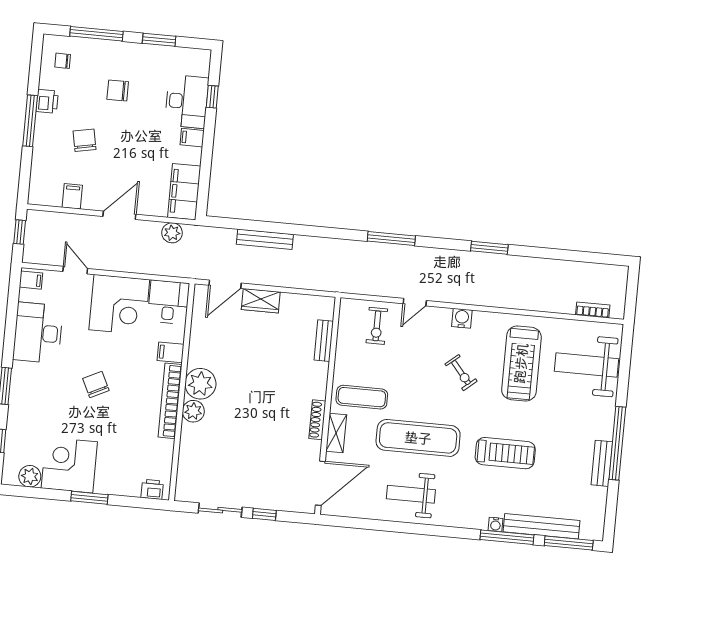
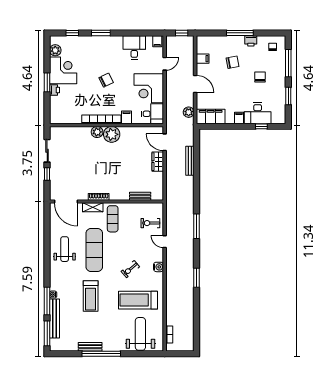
desk: (38, 333) -> (134, 47), width x0.73
printer: (152, 489) -> (54, 90), moved

